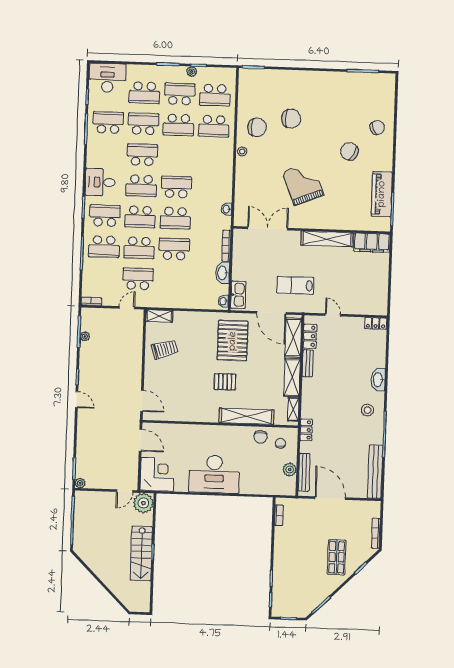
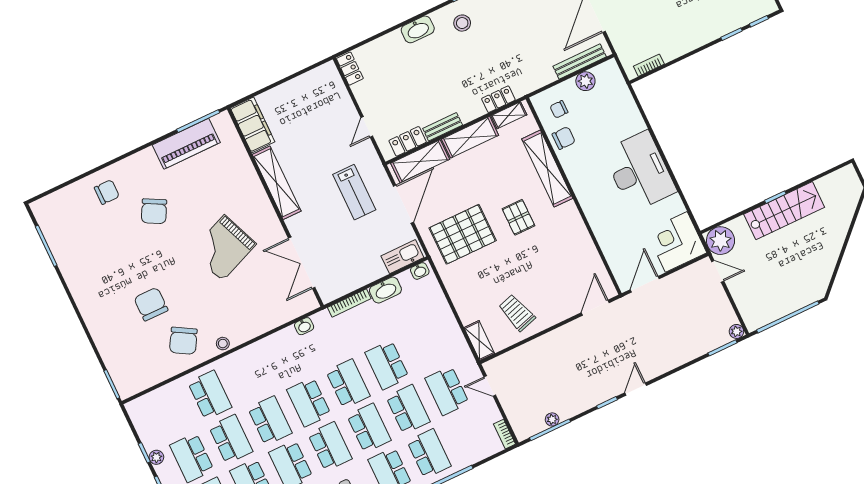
school desk: (215, 95) -> (270, 421), moved
chair: (257, 127) -> (183, 341), turned -150
chair: (377, 128) -> (107, 192), turned 115
locker: (306, 430) -> (498, 99), moved

